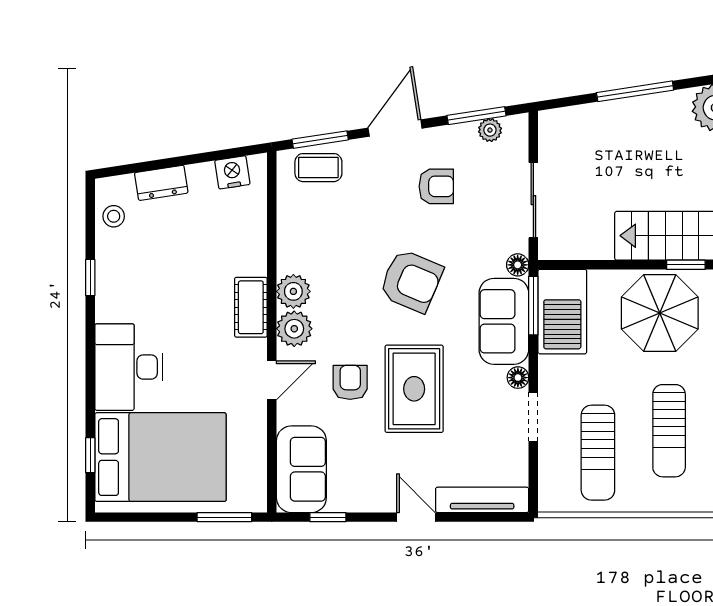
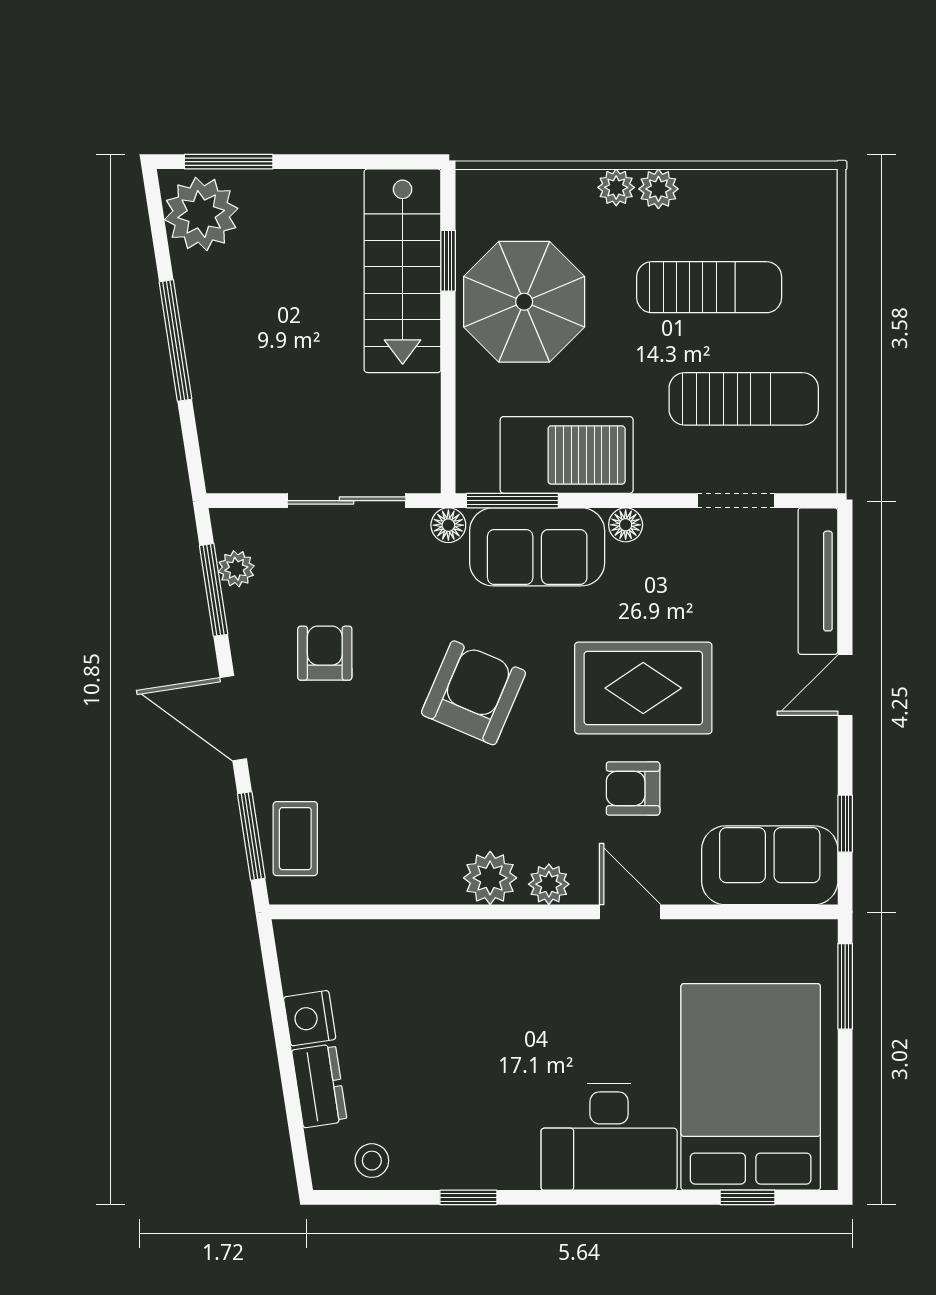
nightstand: (232, 172) -> (310, 1018), moved
cot: (251, 307) -> (515, 945), removed
barbecue: (562, 312) -> (567, 455), moved
plant: (294, 329) -> (549, 884), width x0.73, depth x0.73
doorway: (533, 417) -> (736, 501), moved

